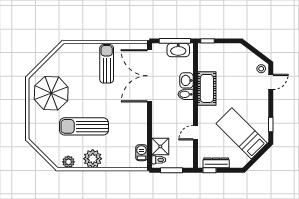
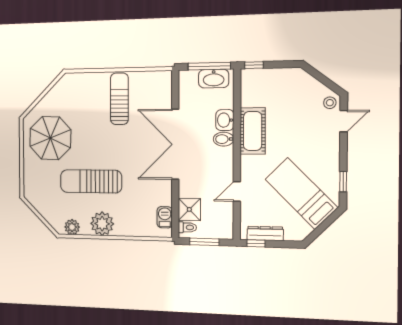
double door: (150, 76) -> (175, 144), moved

